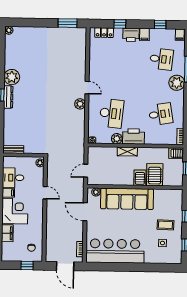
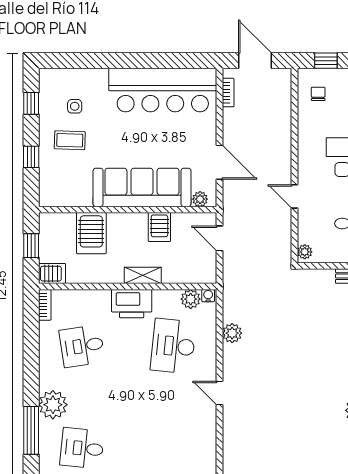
plant: (80, 104) -> (232, 333), moved
plant: (117, 139) -> (191, 299), moved
door: (86, 171) -> (219, 238), swing flipped
server rack: (140, 178) -> (159, 227), moved

